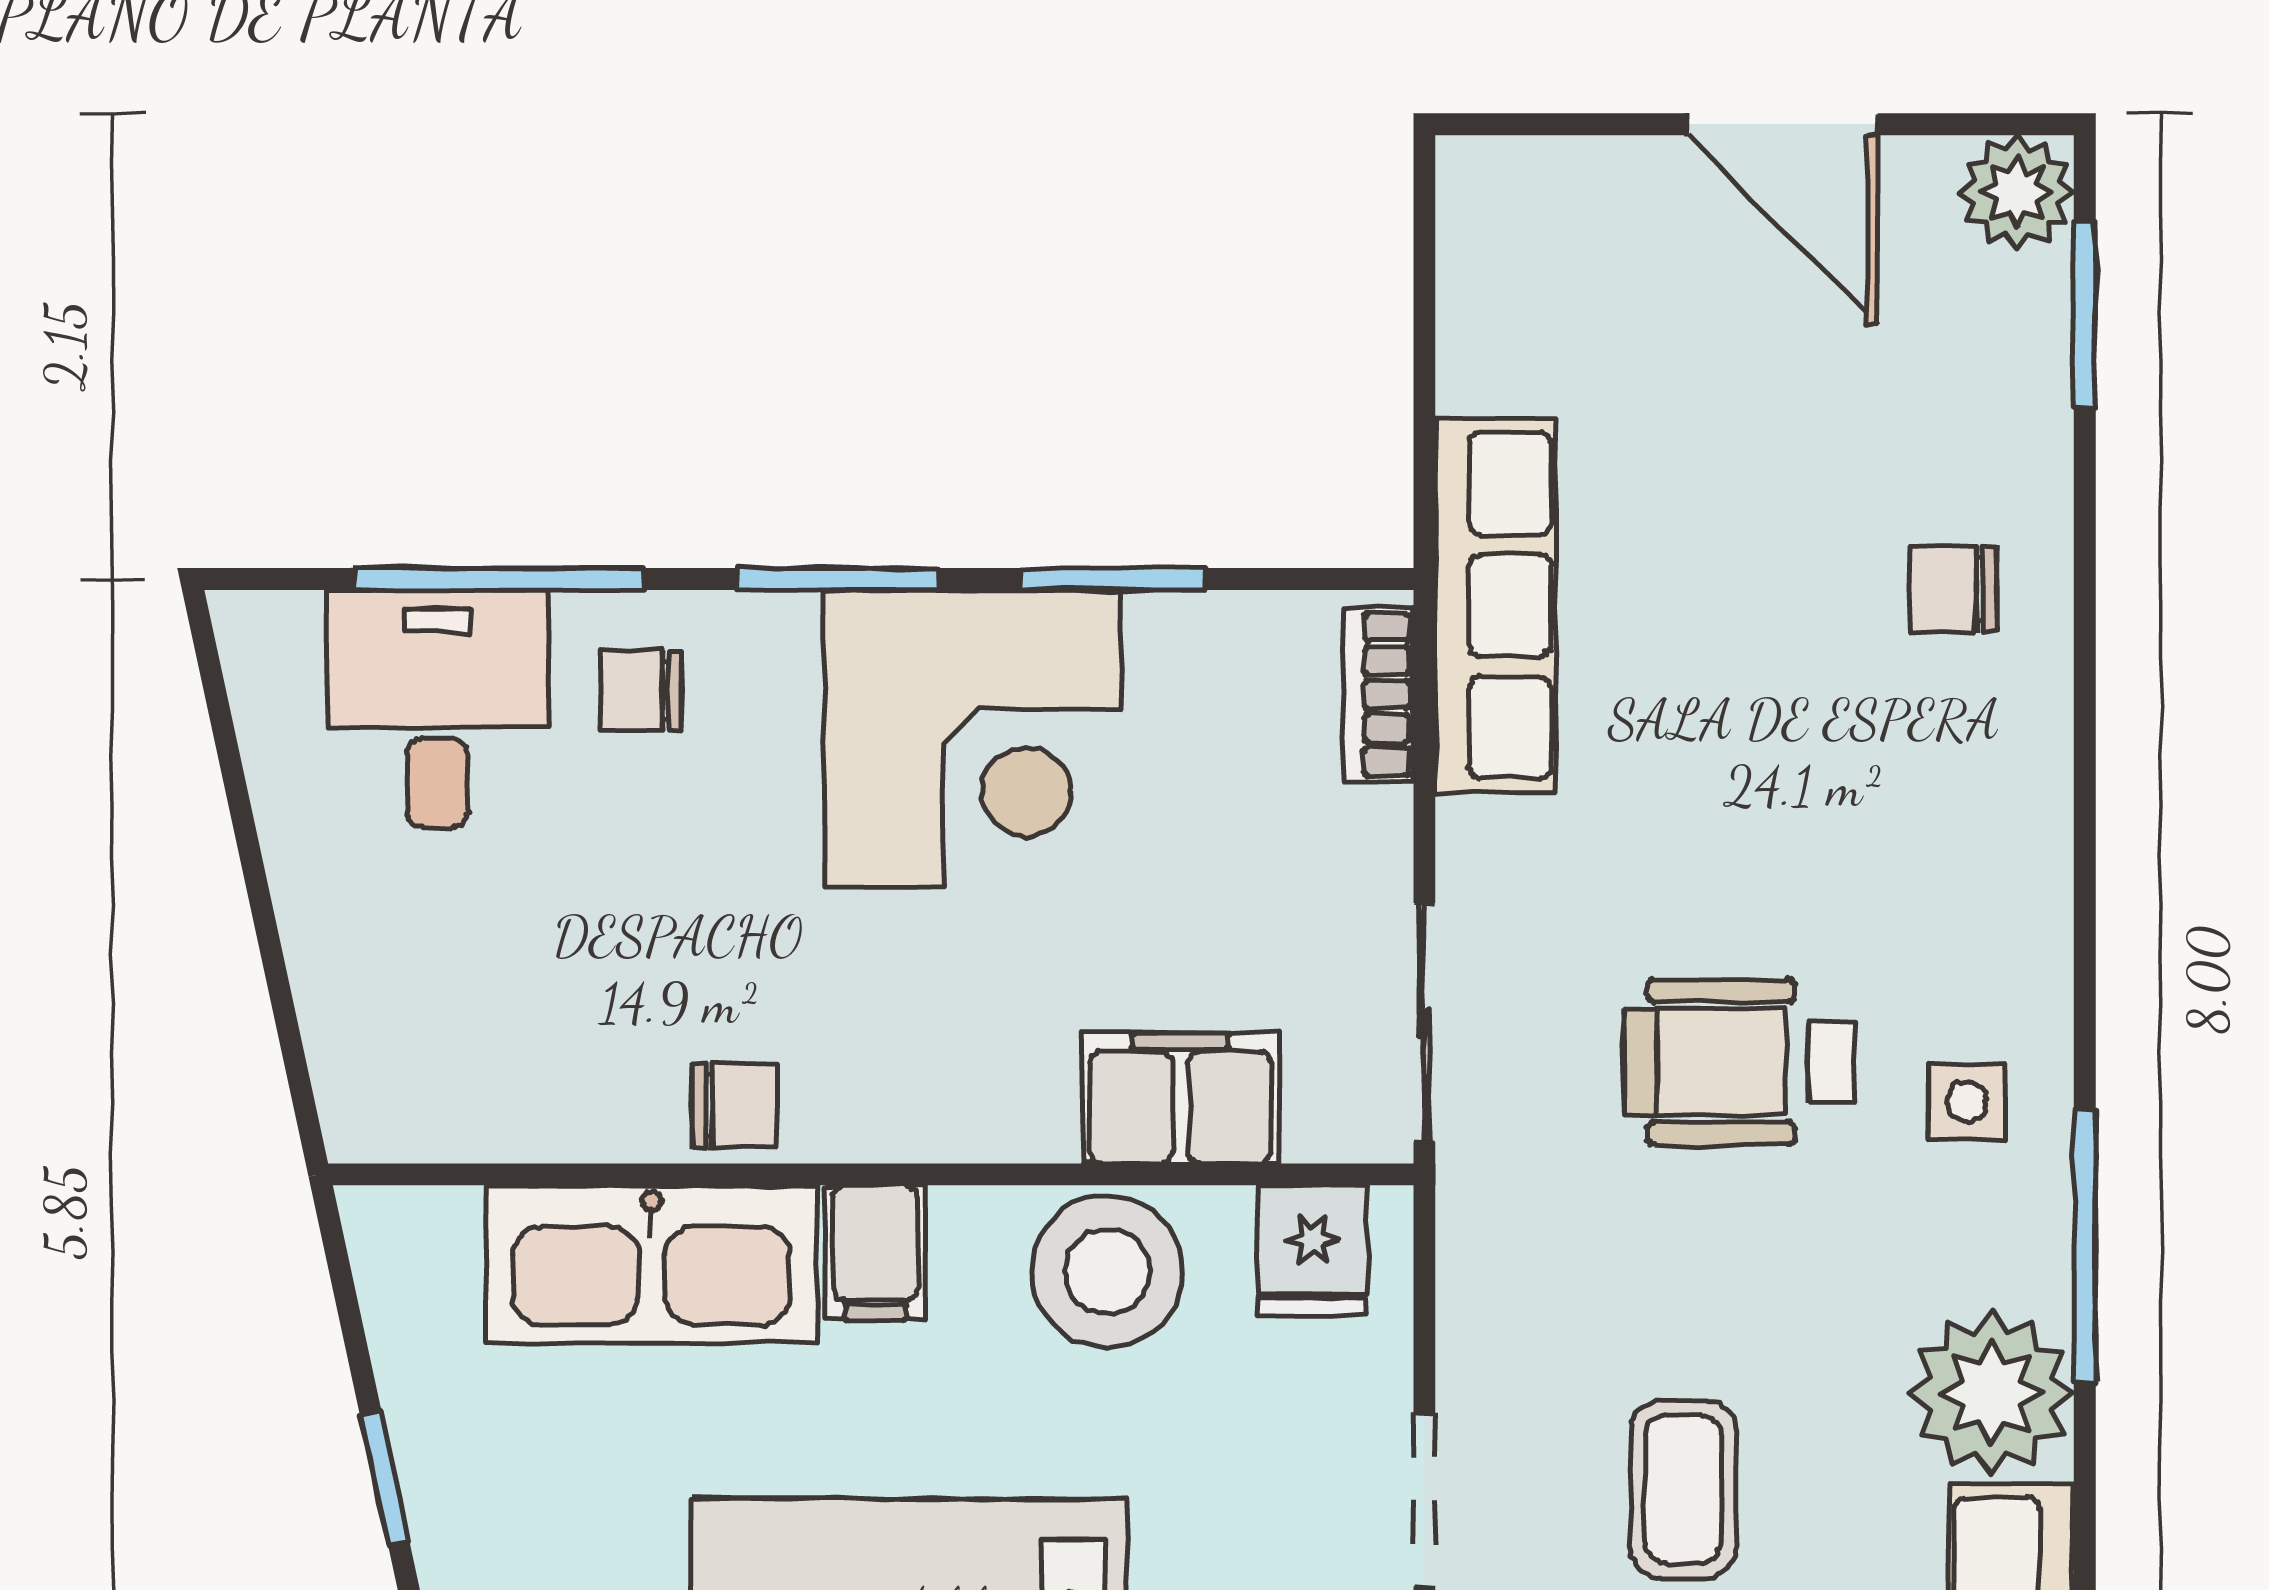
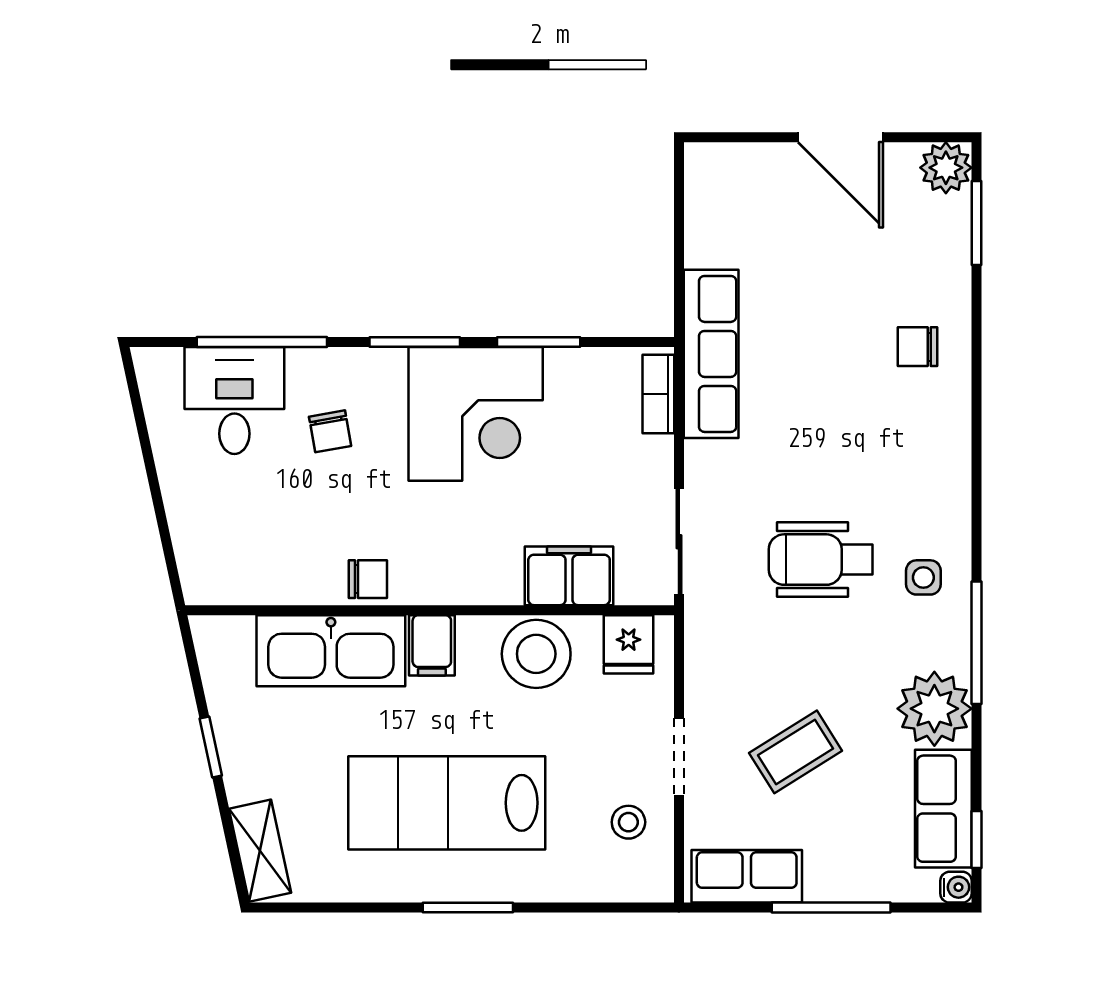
chair: (641, 691) -> (330, 431), moved, turned -100
coffee table: (1683, 1489) -> (796, 752), turned 58

